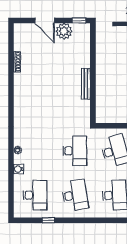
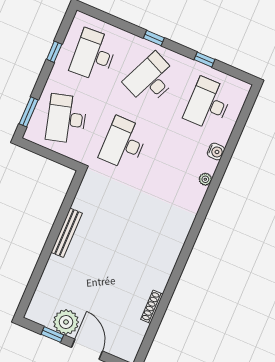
window: (79, 20) -> (52, 335), moved
desk: (75, 195) -> (151, 79), turned 33
window: (84, 220) -> (154, 38), added

